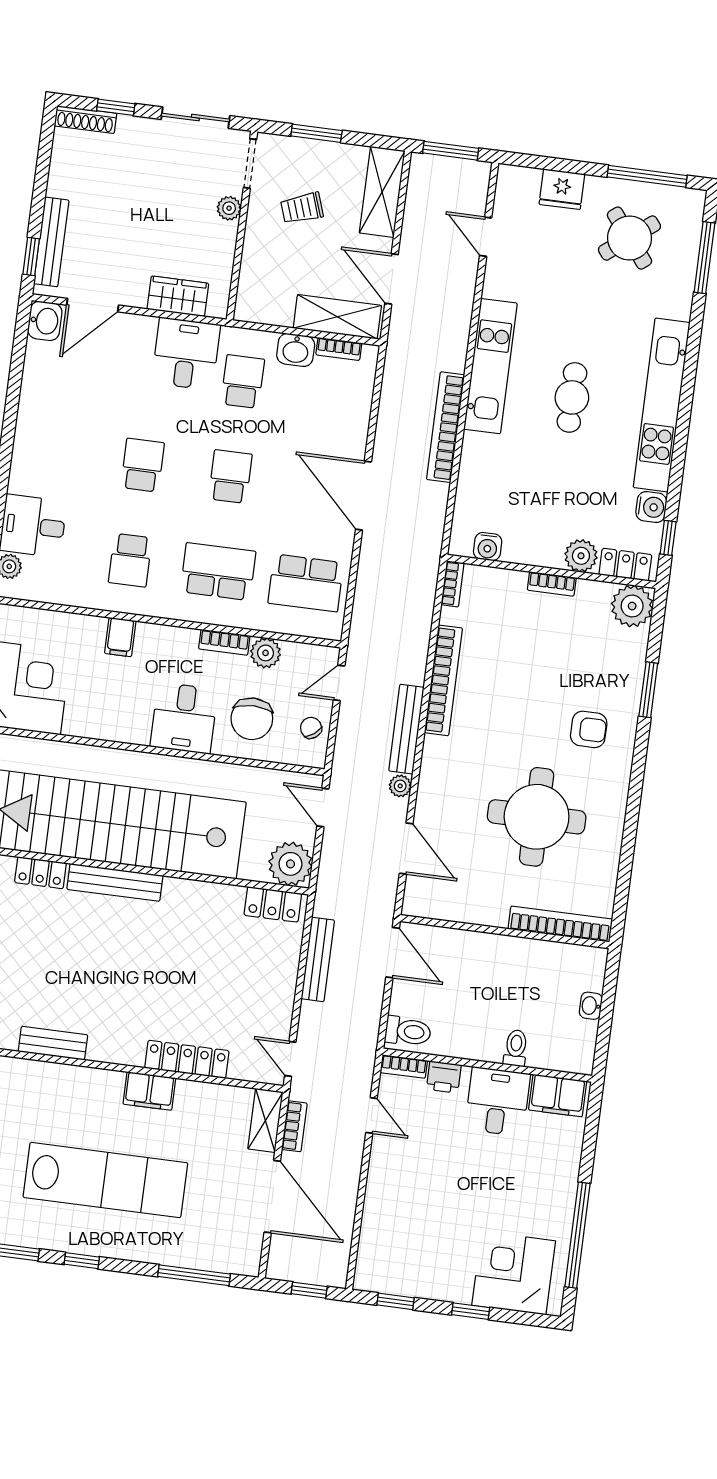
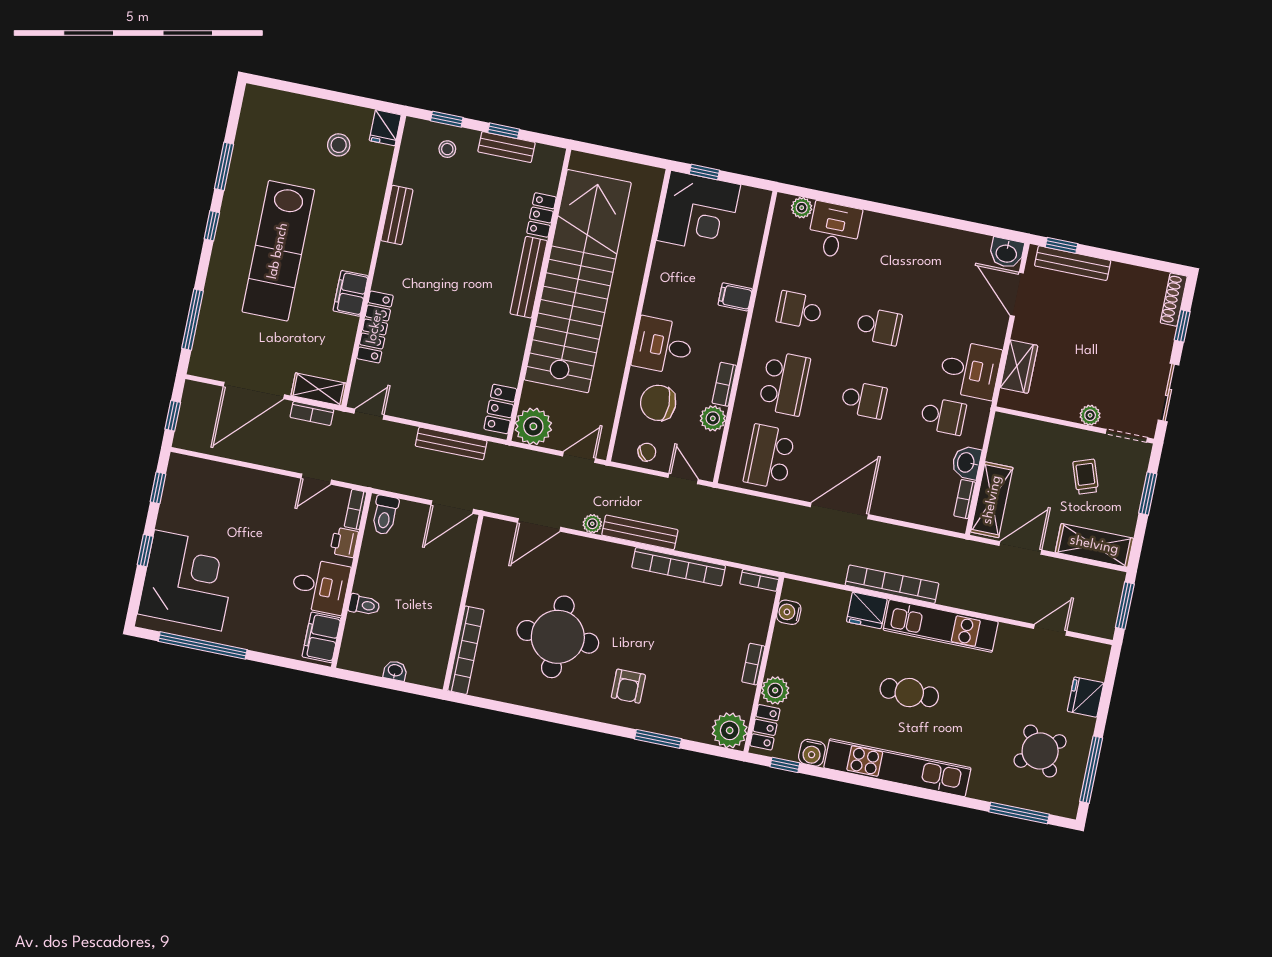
fridge: (479, 455) -> (867, 610), added
corner desk: (514, 1273) -> (188, 580), width x1.36, depth x1.36

